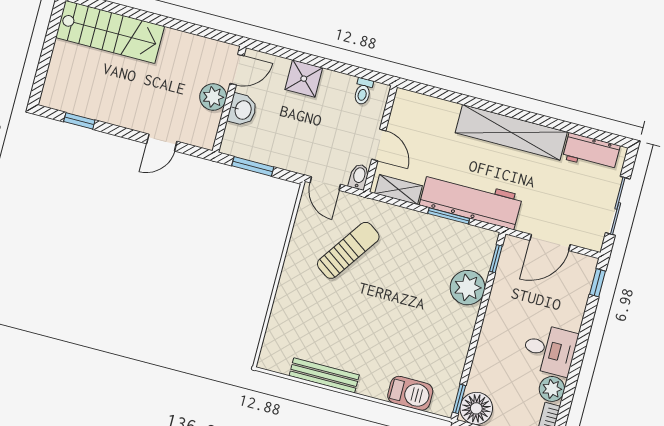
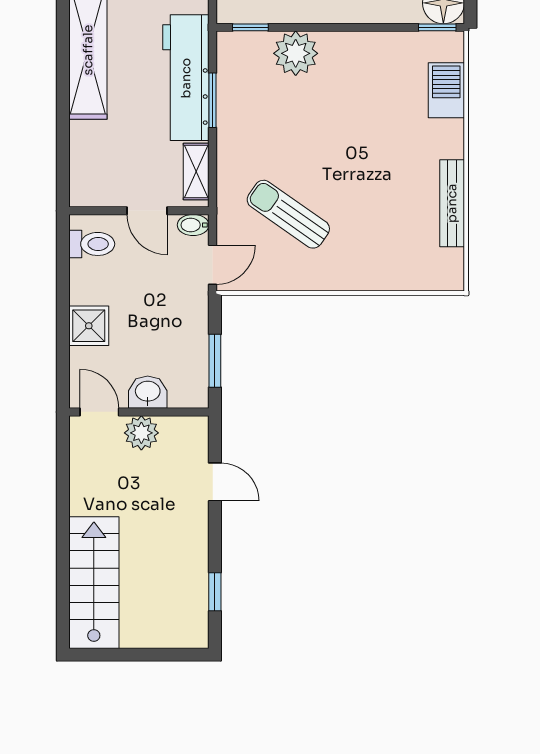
toilet: (363, 91) -> (92, 244), width x1.37, depth x1.39
door: (379, 145) -> (147, 211), swing flipped

